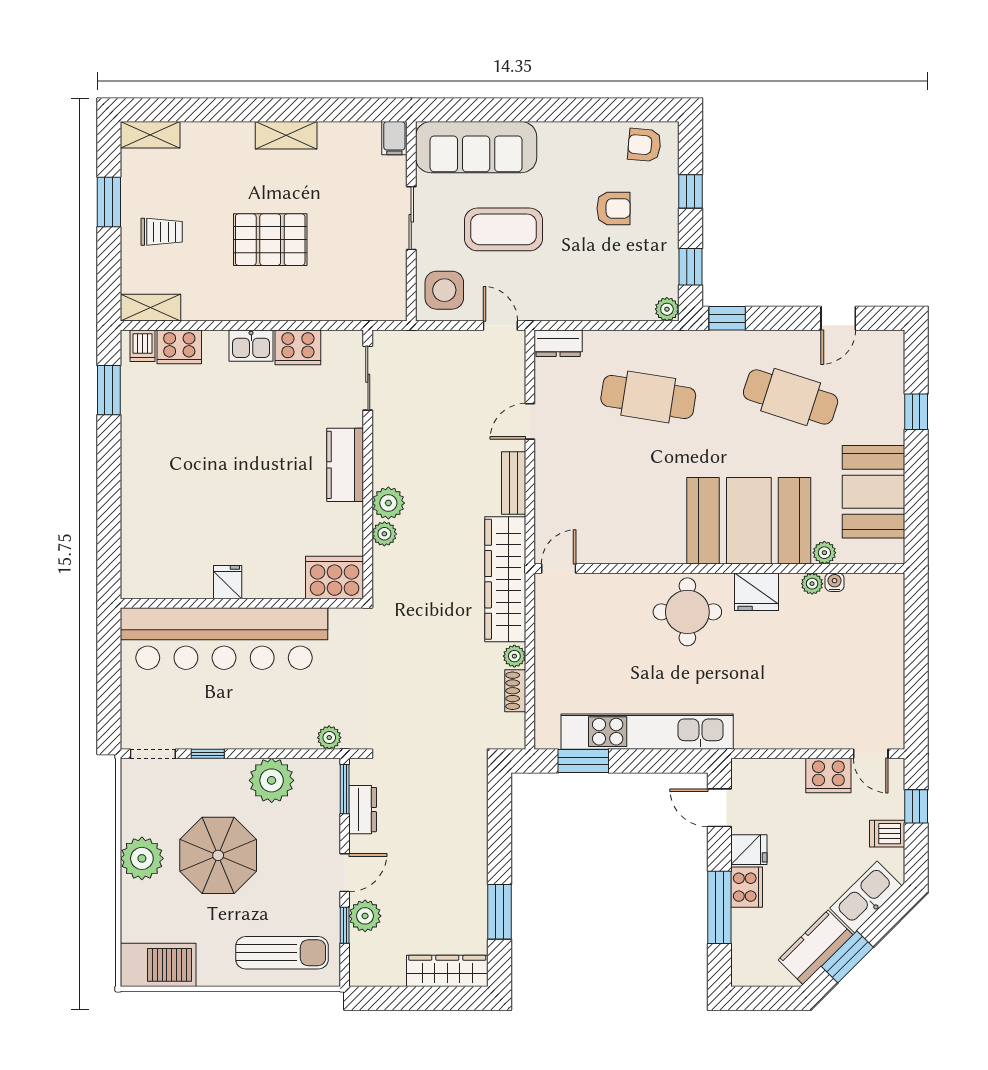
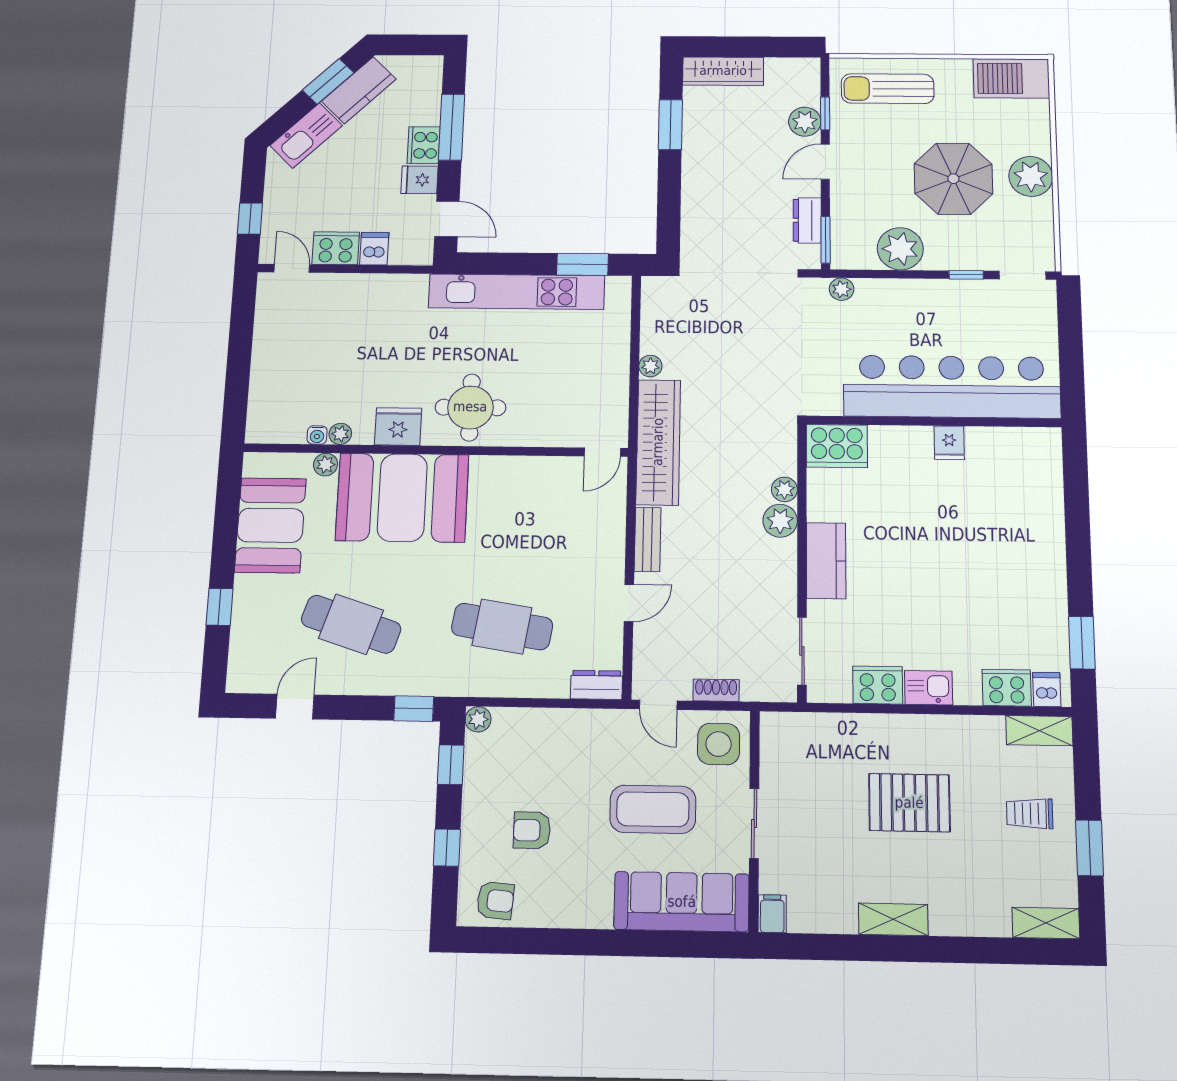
shoe rack: (515, 691) -> (716, 690), moved, turned -90
dishwasher: (887, 834) -> (374, 249), moved, turned -90

